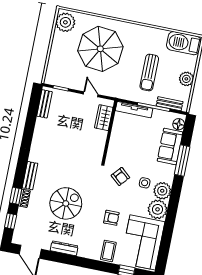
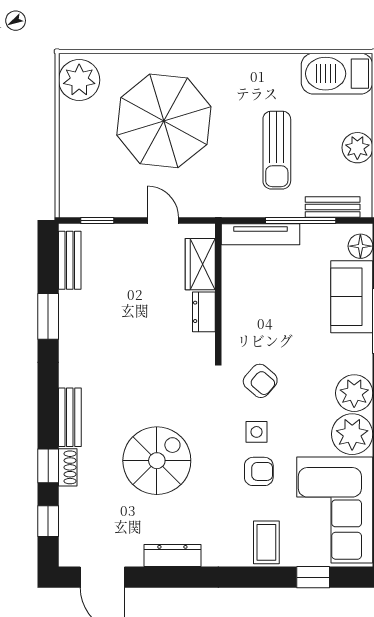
window: (29, 128) -> (48, 316), added
dresser: (101, 140) -> (204, 312), added
side table: (145, 183) -> (257, 432), moved

